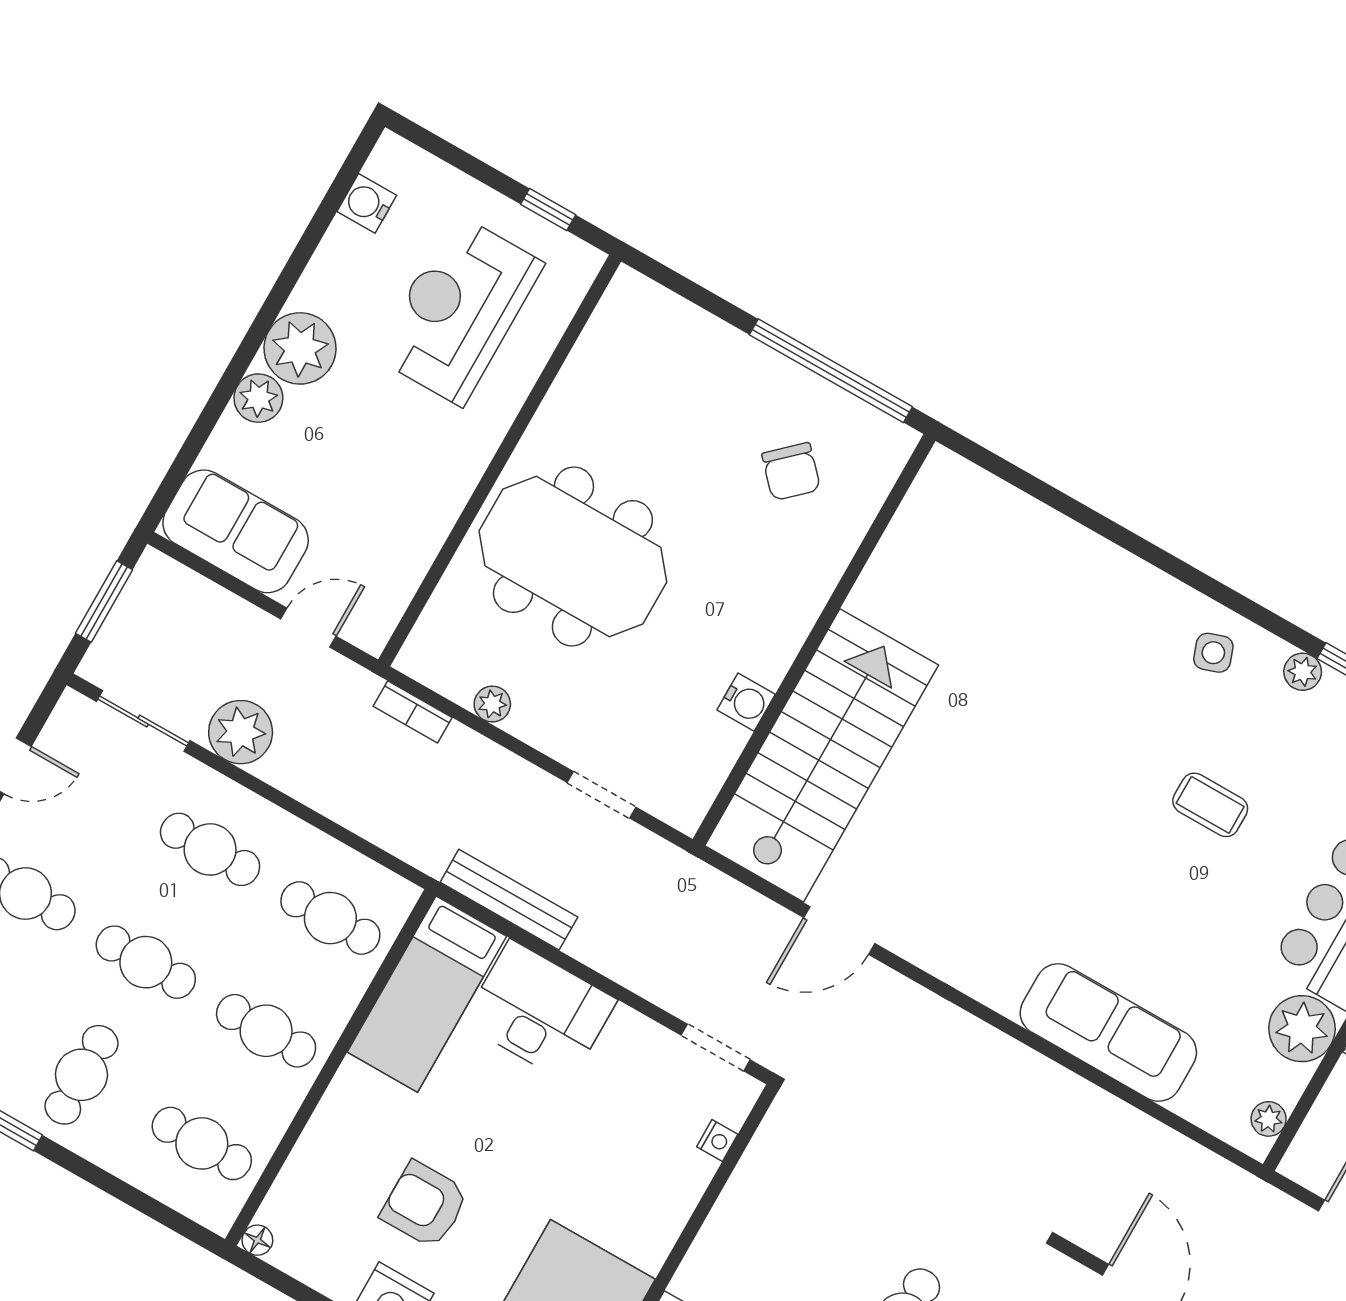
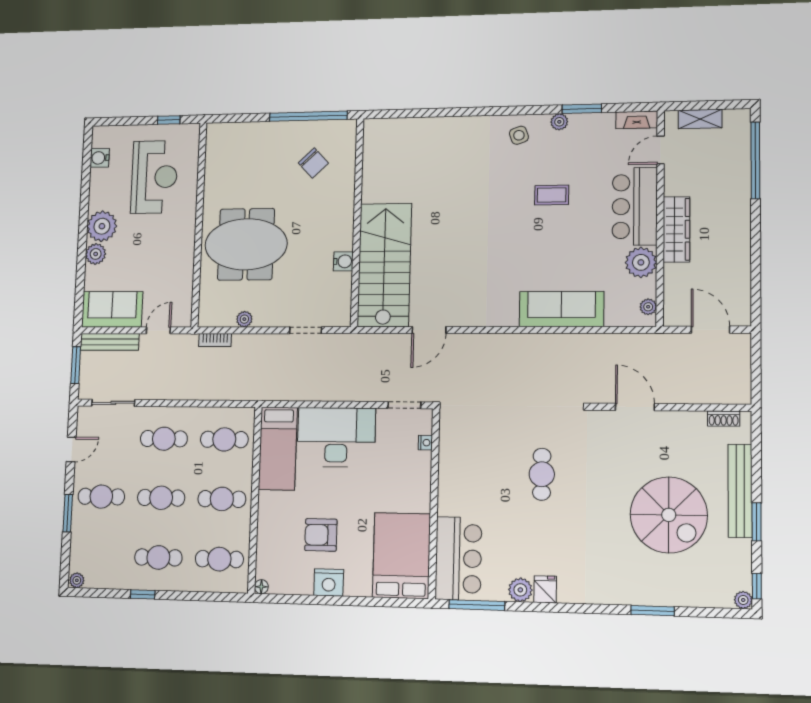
reception desk: (459, 310) -> (154, 177), turned 180
plant: (241, 732) -> (153, 386), removed
bench: (509, 900) -> (110, 342), moved
desk: (540, 1011) -> (336, 437), width x1.36, depth x1.30
cafe table: (81, 1075) -> (158, 557), turned 90

